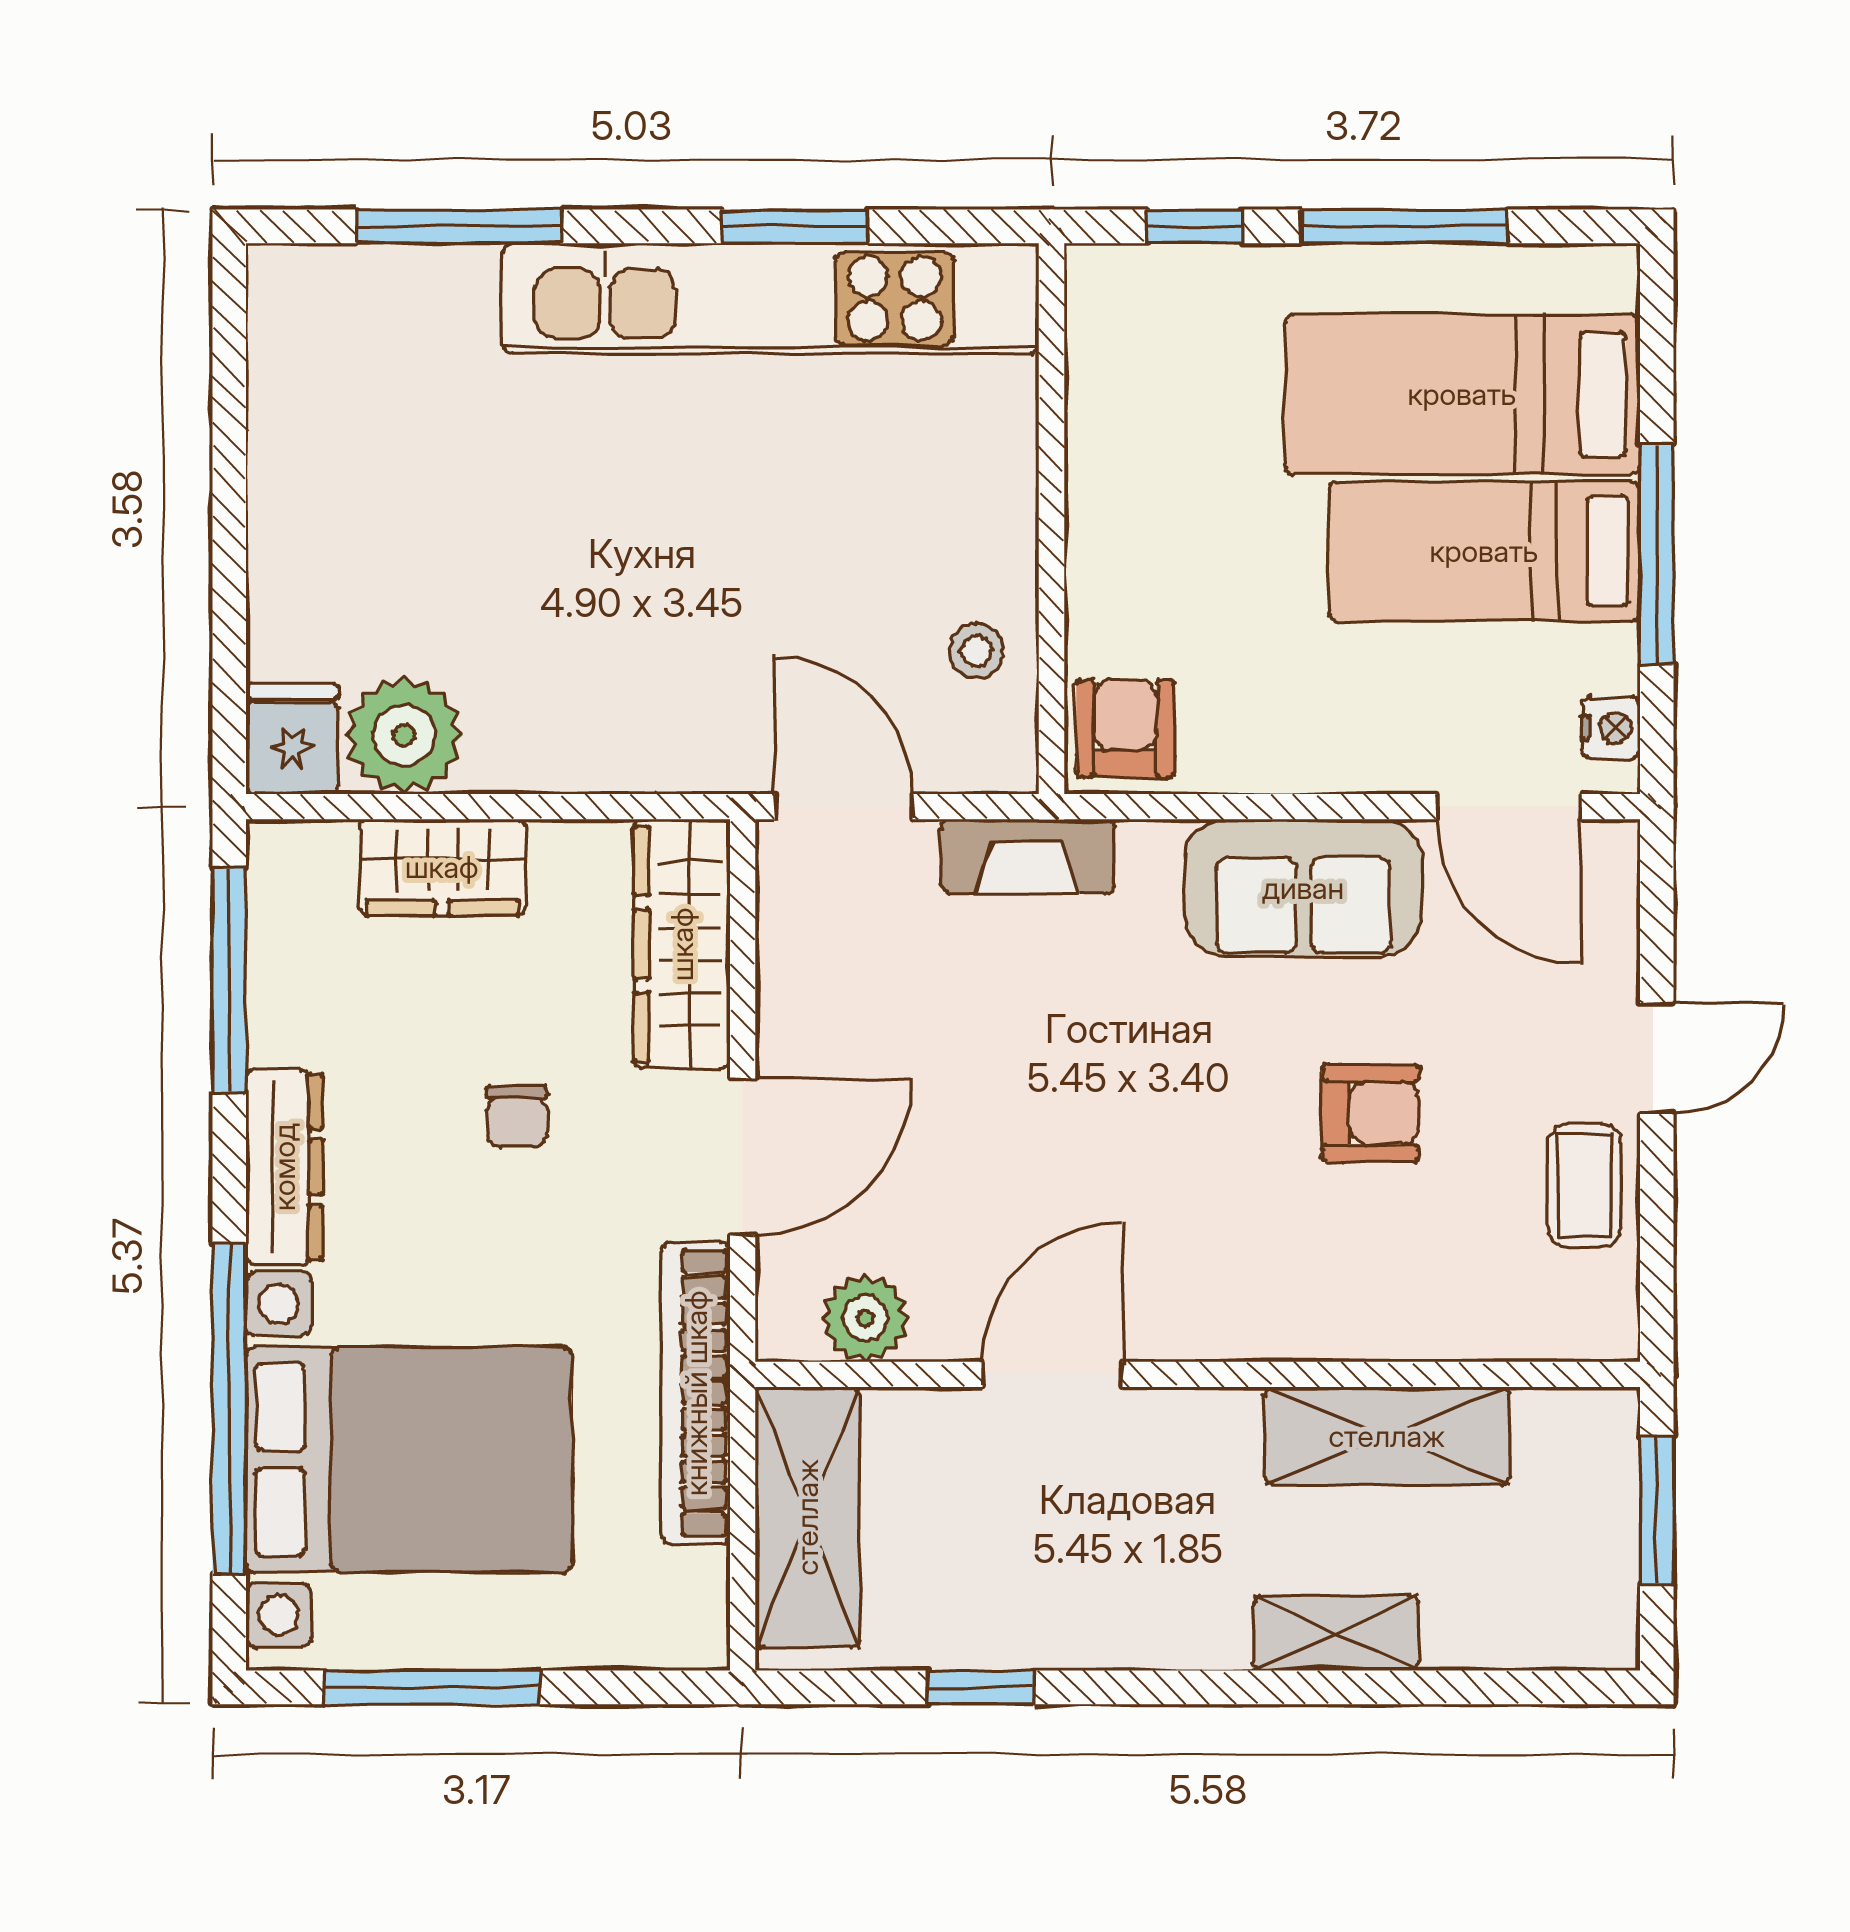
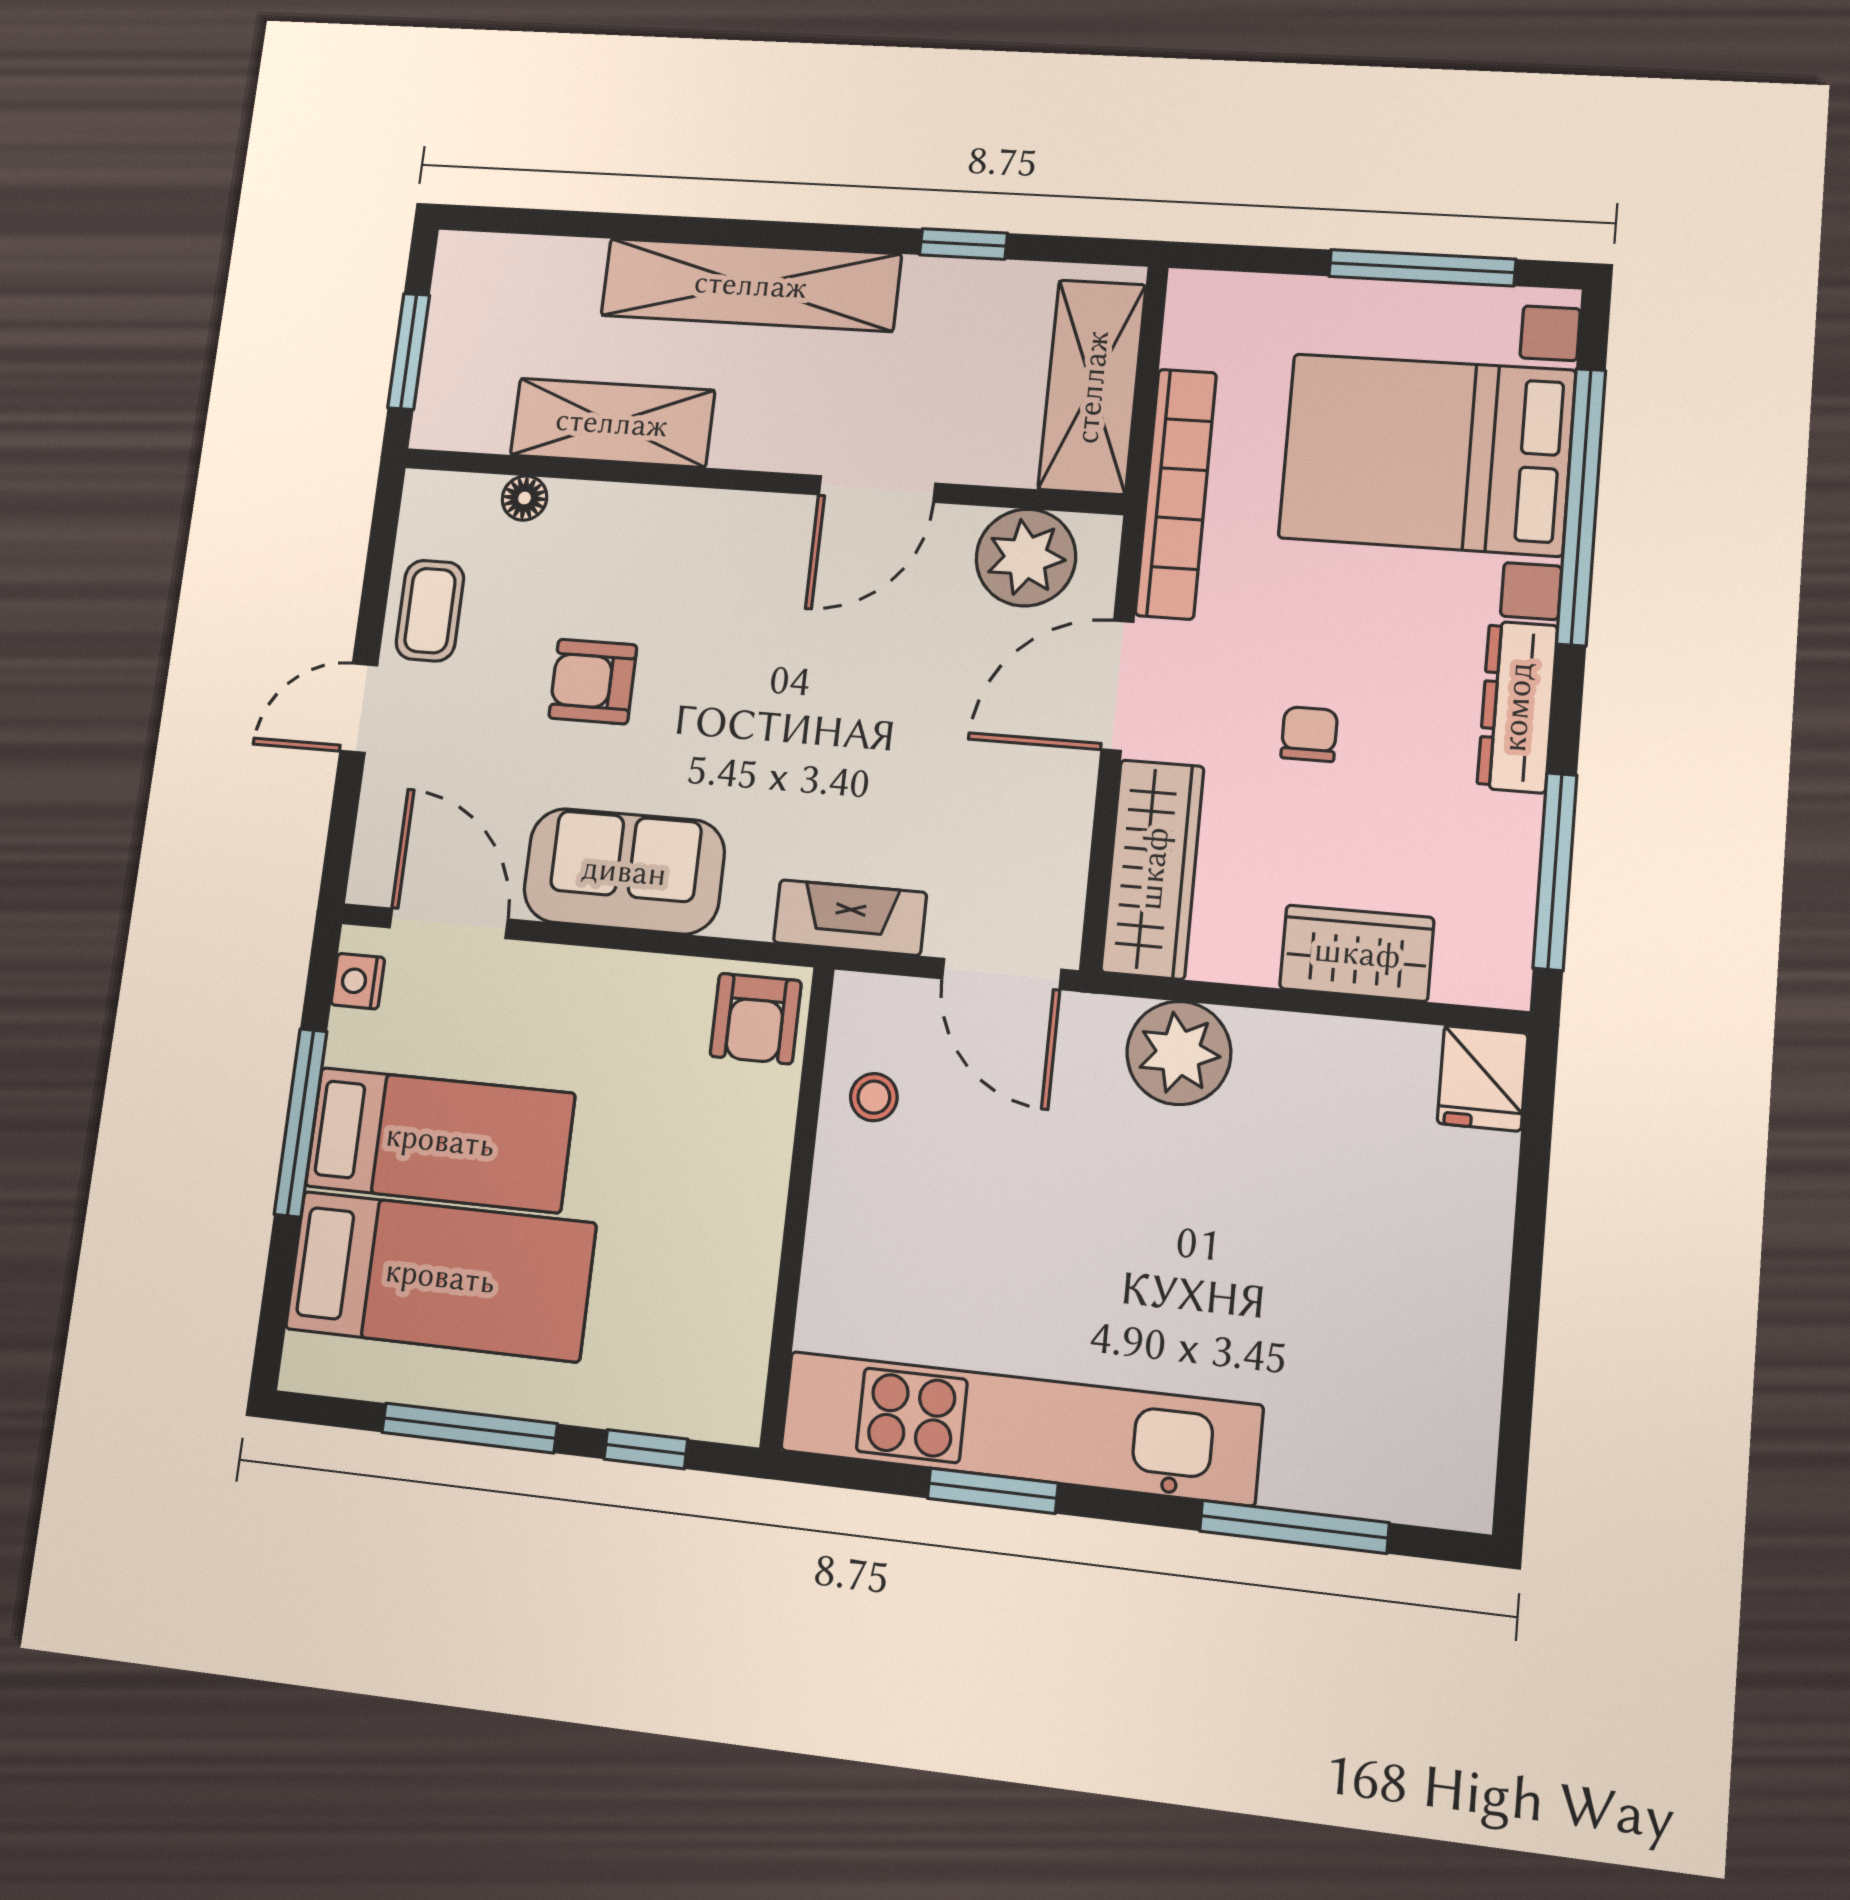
plant: (404, 735) -> (1179, 1053), moved
plant: (865, 1318) -> (1026, 558), width x1.36, depth x1.36
floor lamp: (1485, 1334) -> (525, 498), added
shelving: (1336, 1633) -> (751, 285), width x2.20, depth x1.33

